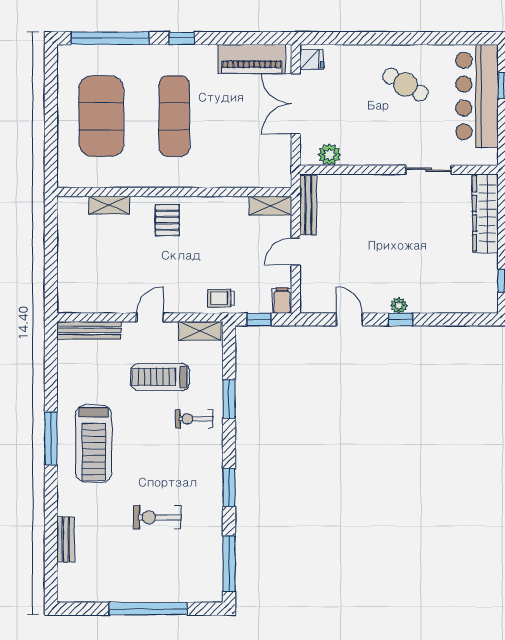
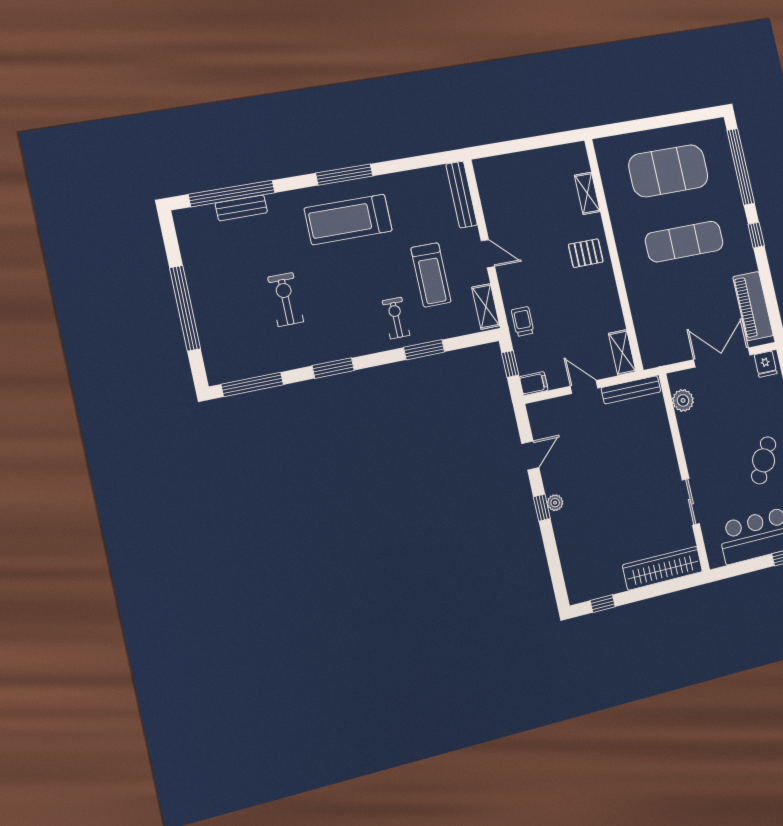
treadmill: (160, 377) -> (431, 275), turned 180
window: (51, 545) -> (232, 194), added

